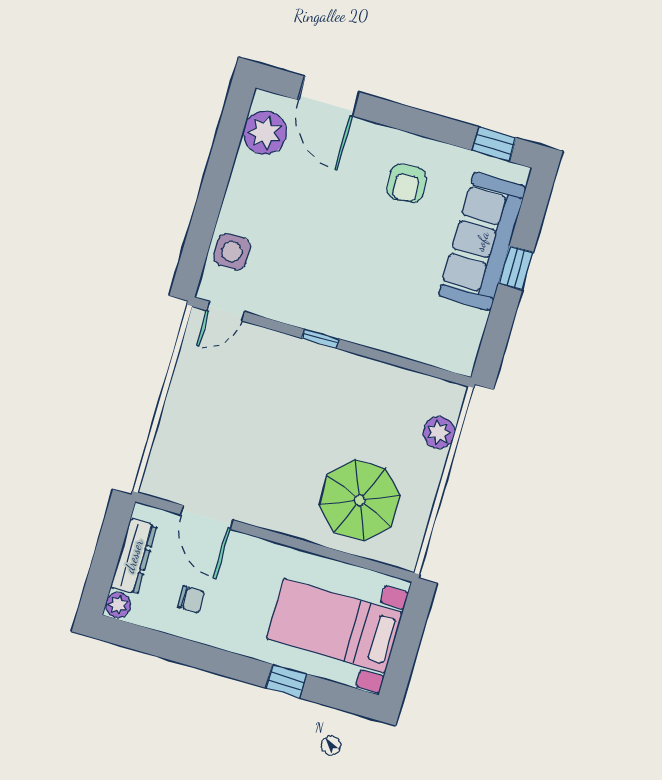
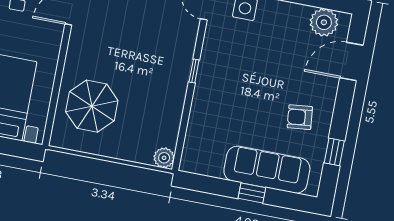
window: (494, 144) -> (334, 152), moved
plant: (439, 432) -> (164, 158), moved

